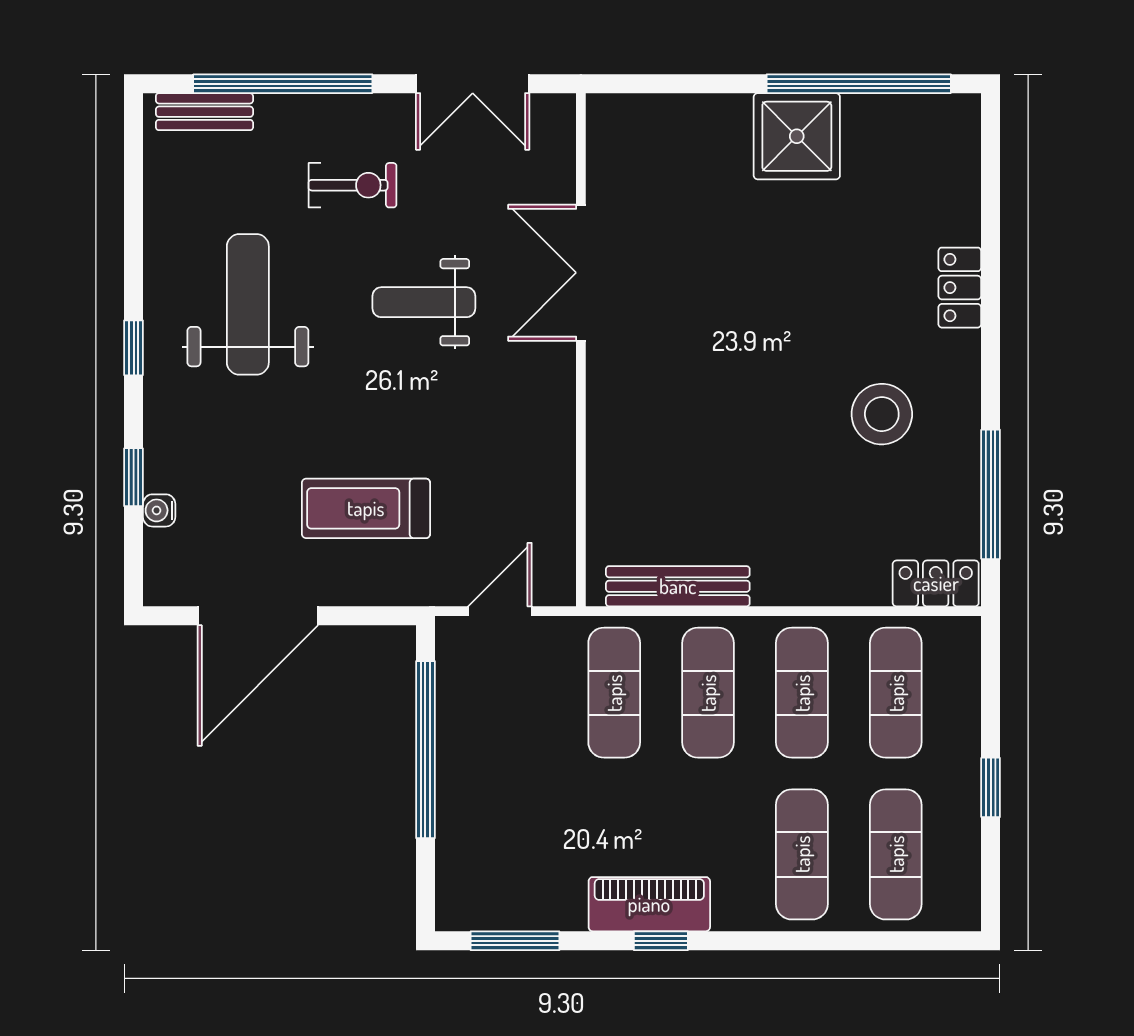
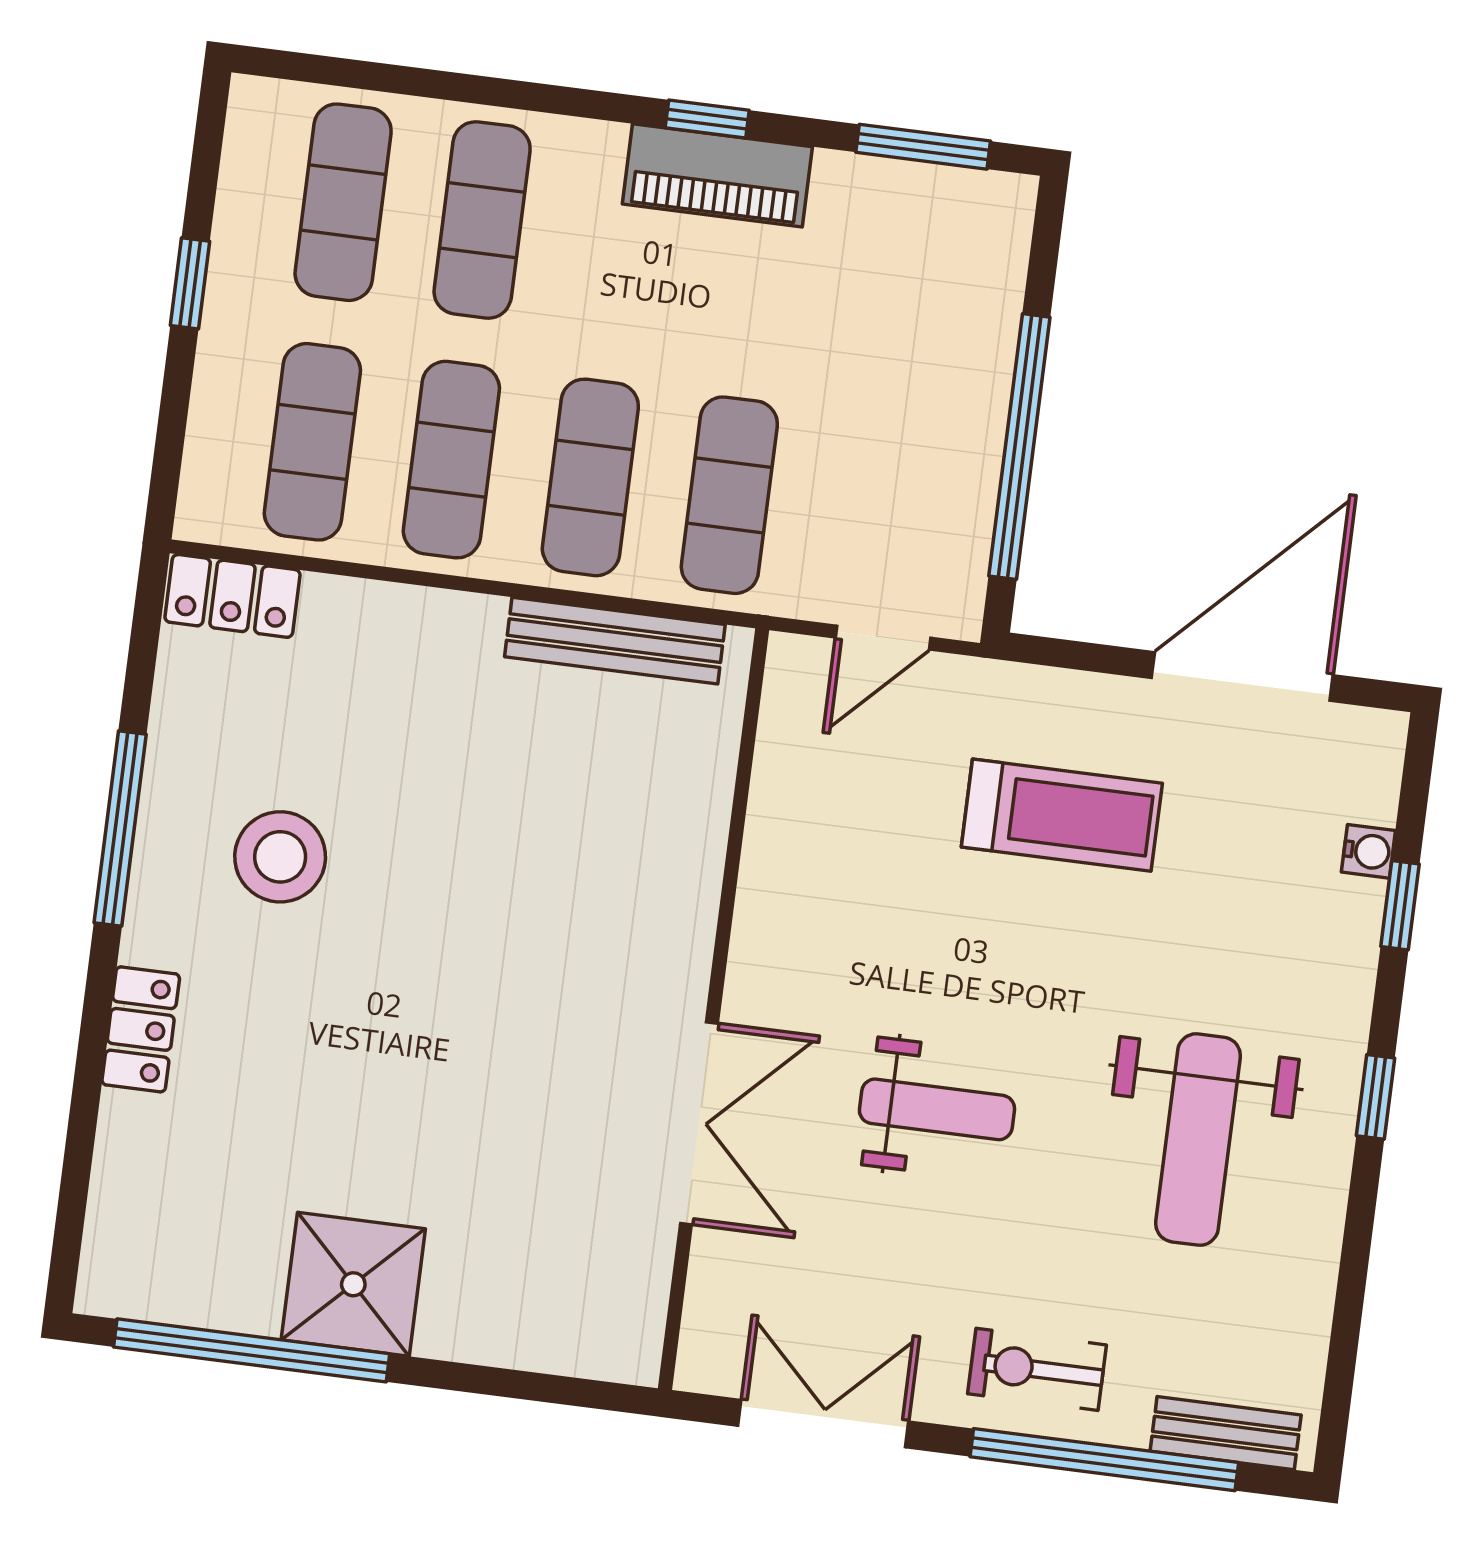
exercise bike: (353, 185) -> (1037, 1369), moved
window: (991, 494) -> (120, 829), moved

